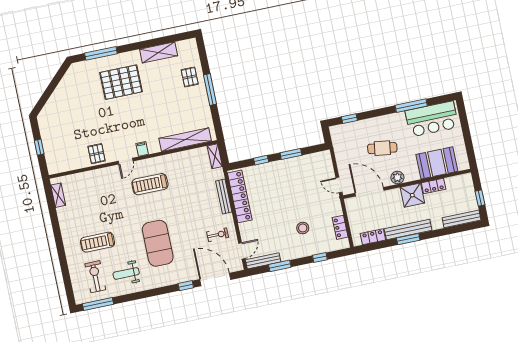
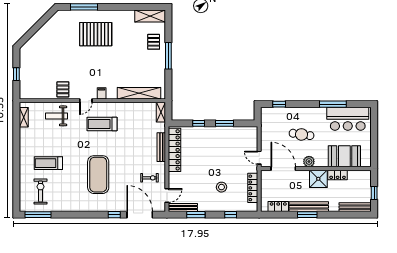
shelving: (159, 52) -> (150, 16), moved
locker: (340, 227) -> (253, 188), width x1.53
weight bench: (126, 273) -> (56, 116), moved

